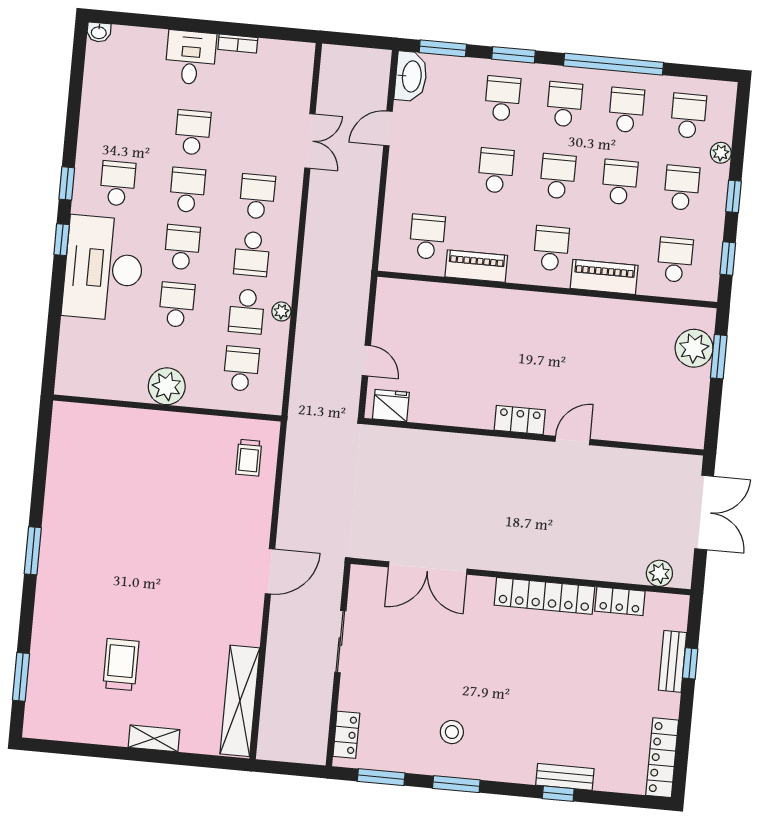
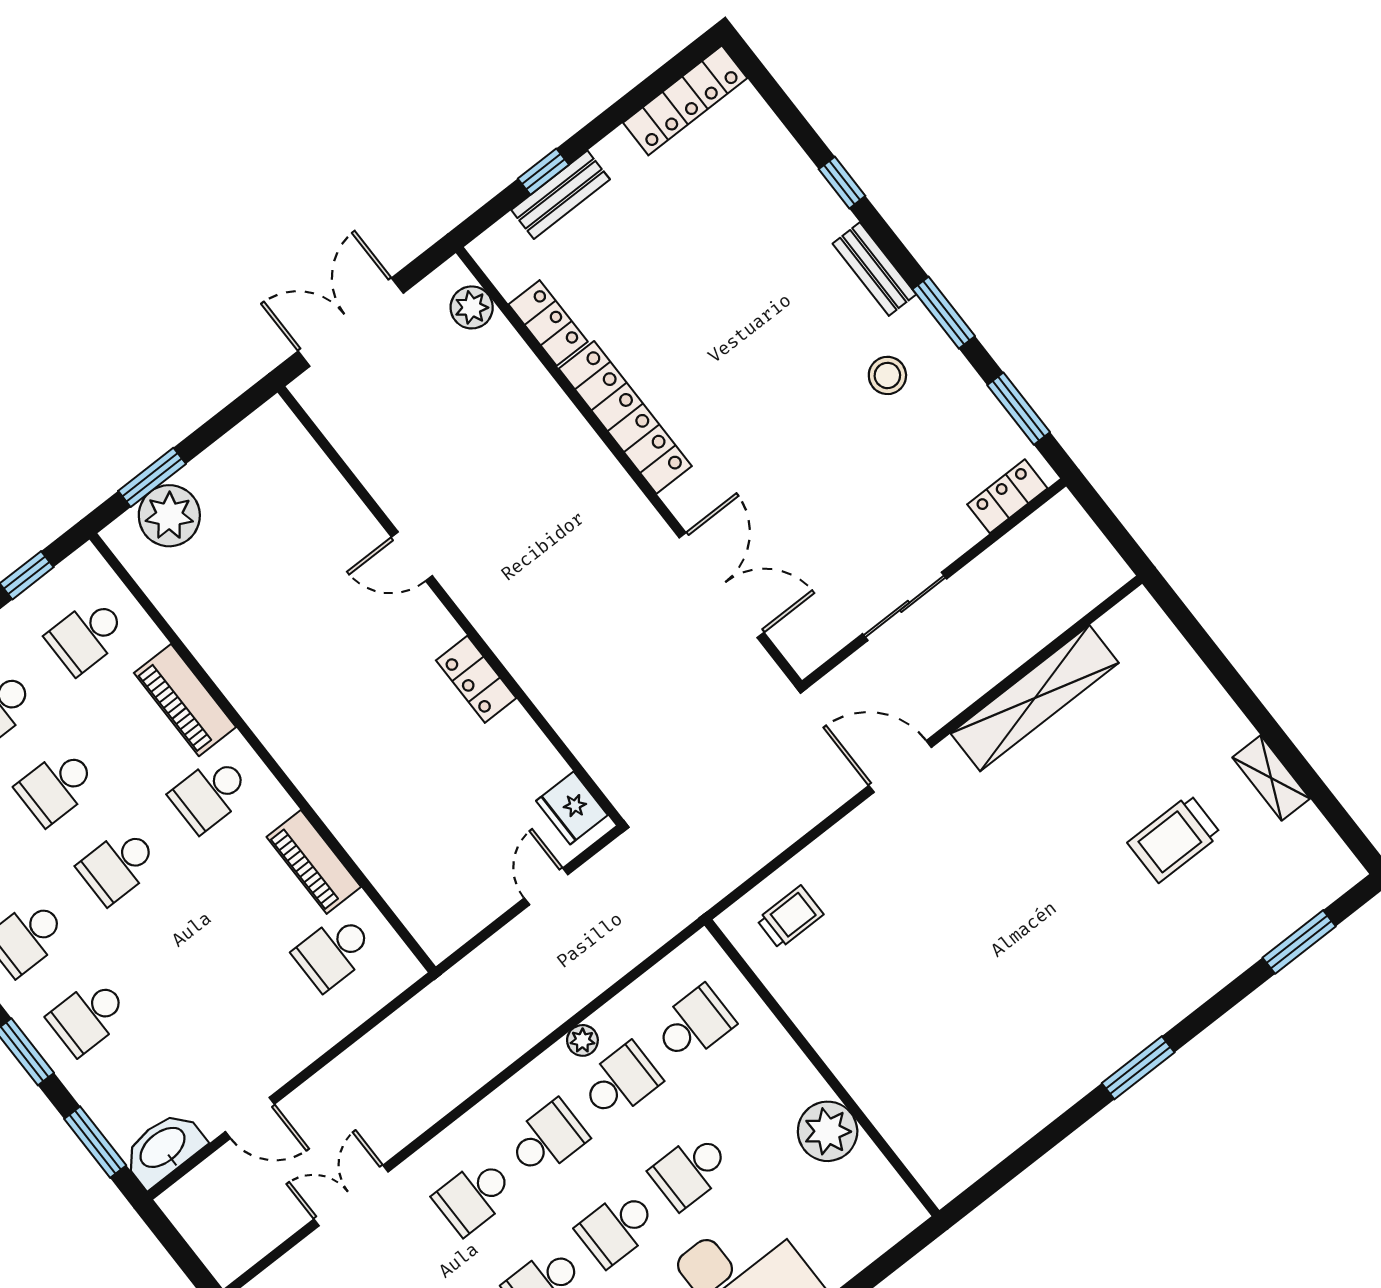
school desk: (496, 171) -> (180, 945), removed
school desk: (241, 369) -> (694, 1024), turned 180
plant: (167, 386) -> (828, 1131), moved
locker: (520, 420) -> (476, 679), moved
shelving: (240, 701) -> (1035, 698), moved
shelving: (154, 738) -> (1271, 778), moved
bench: (565, 777) -> (874, 269), moved

